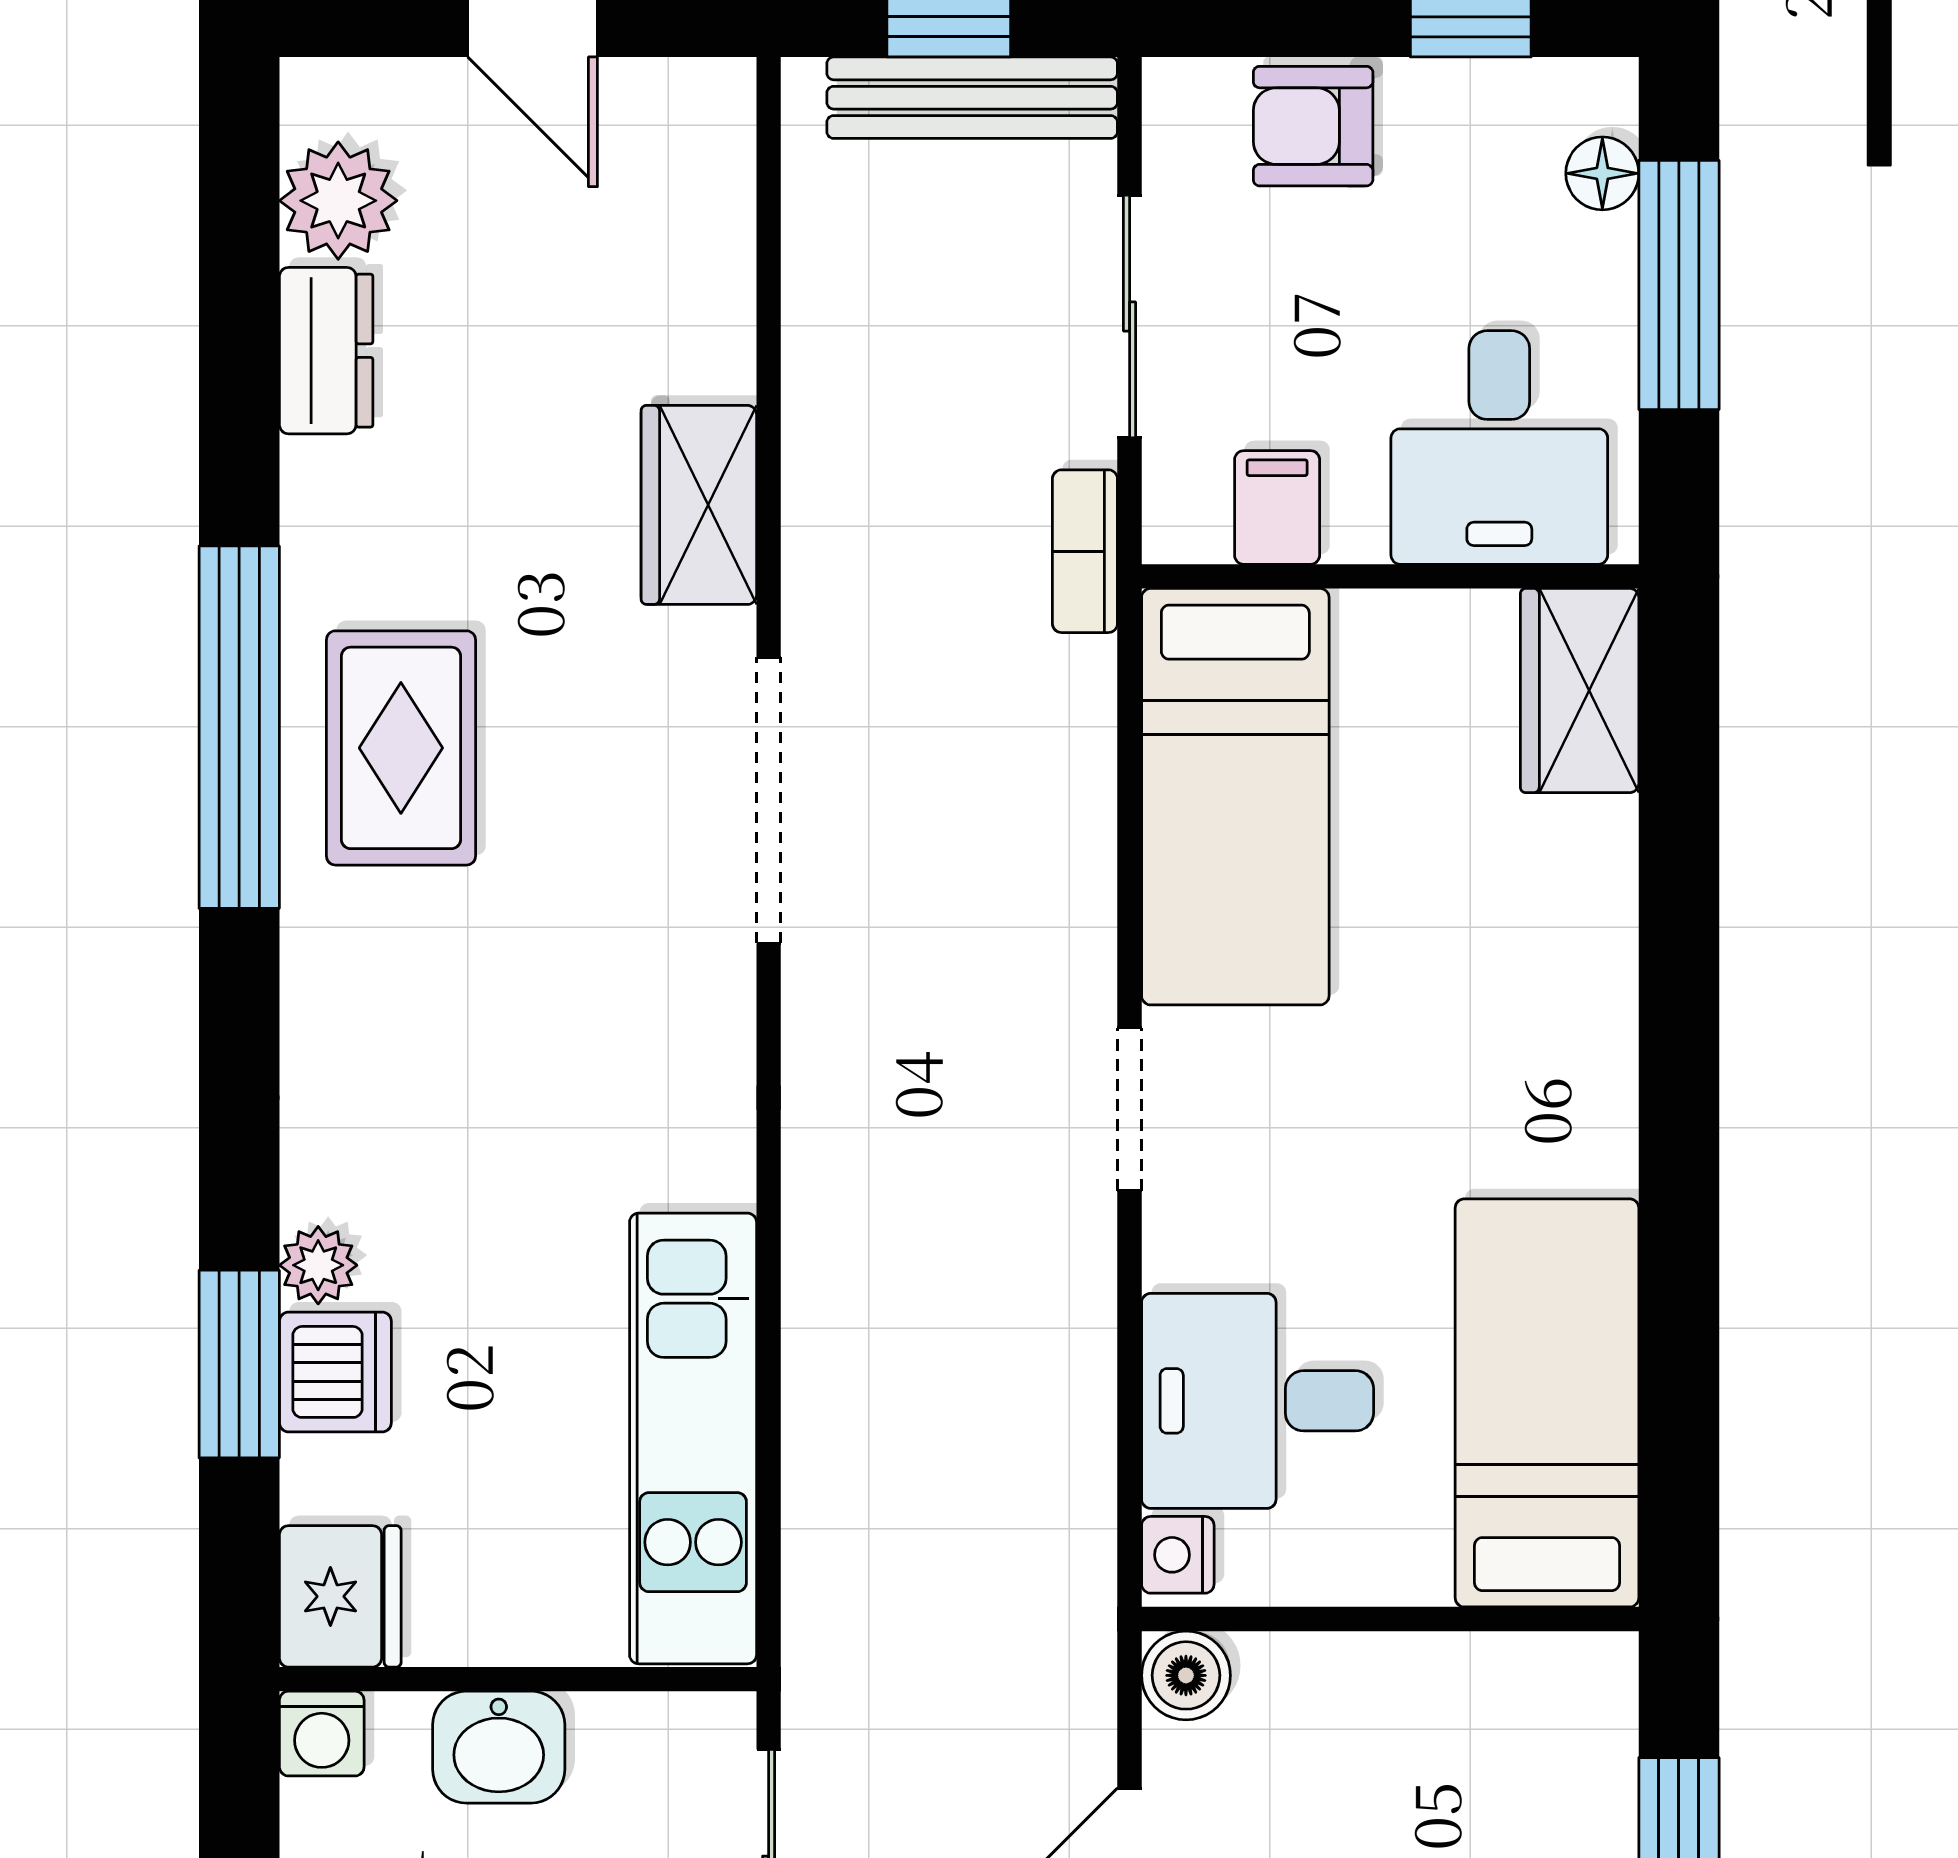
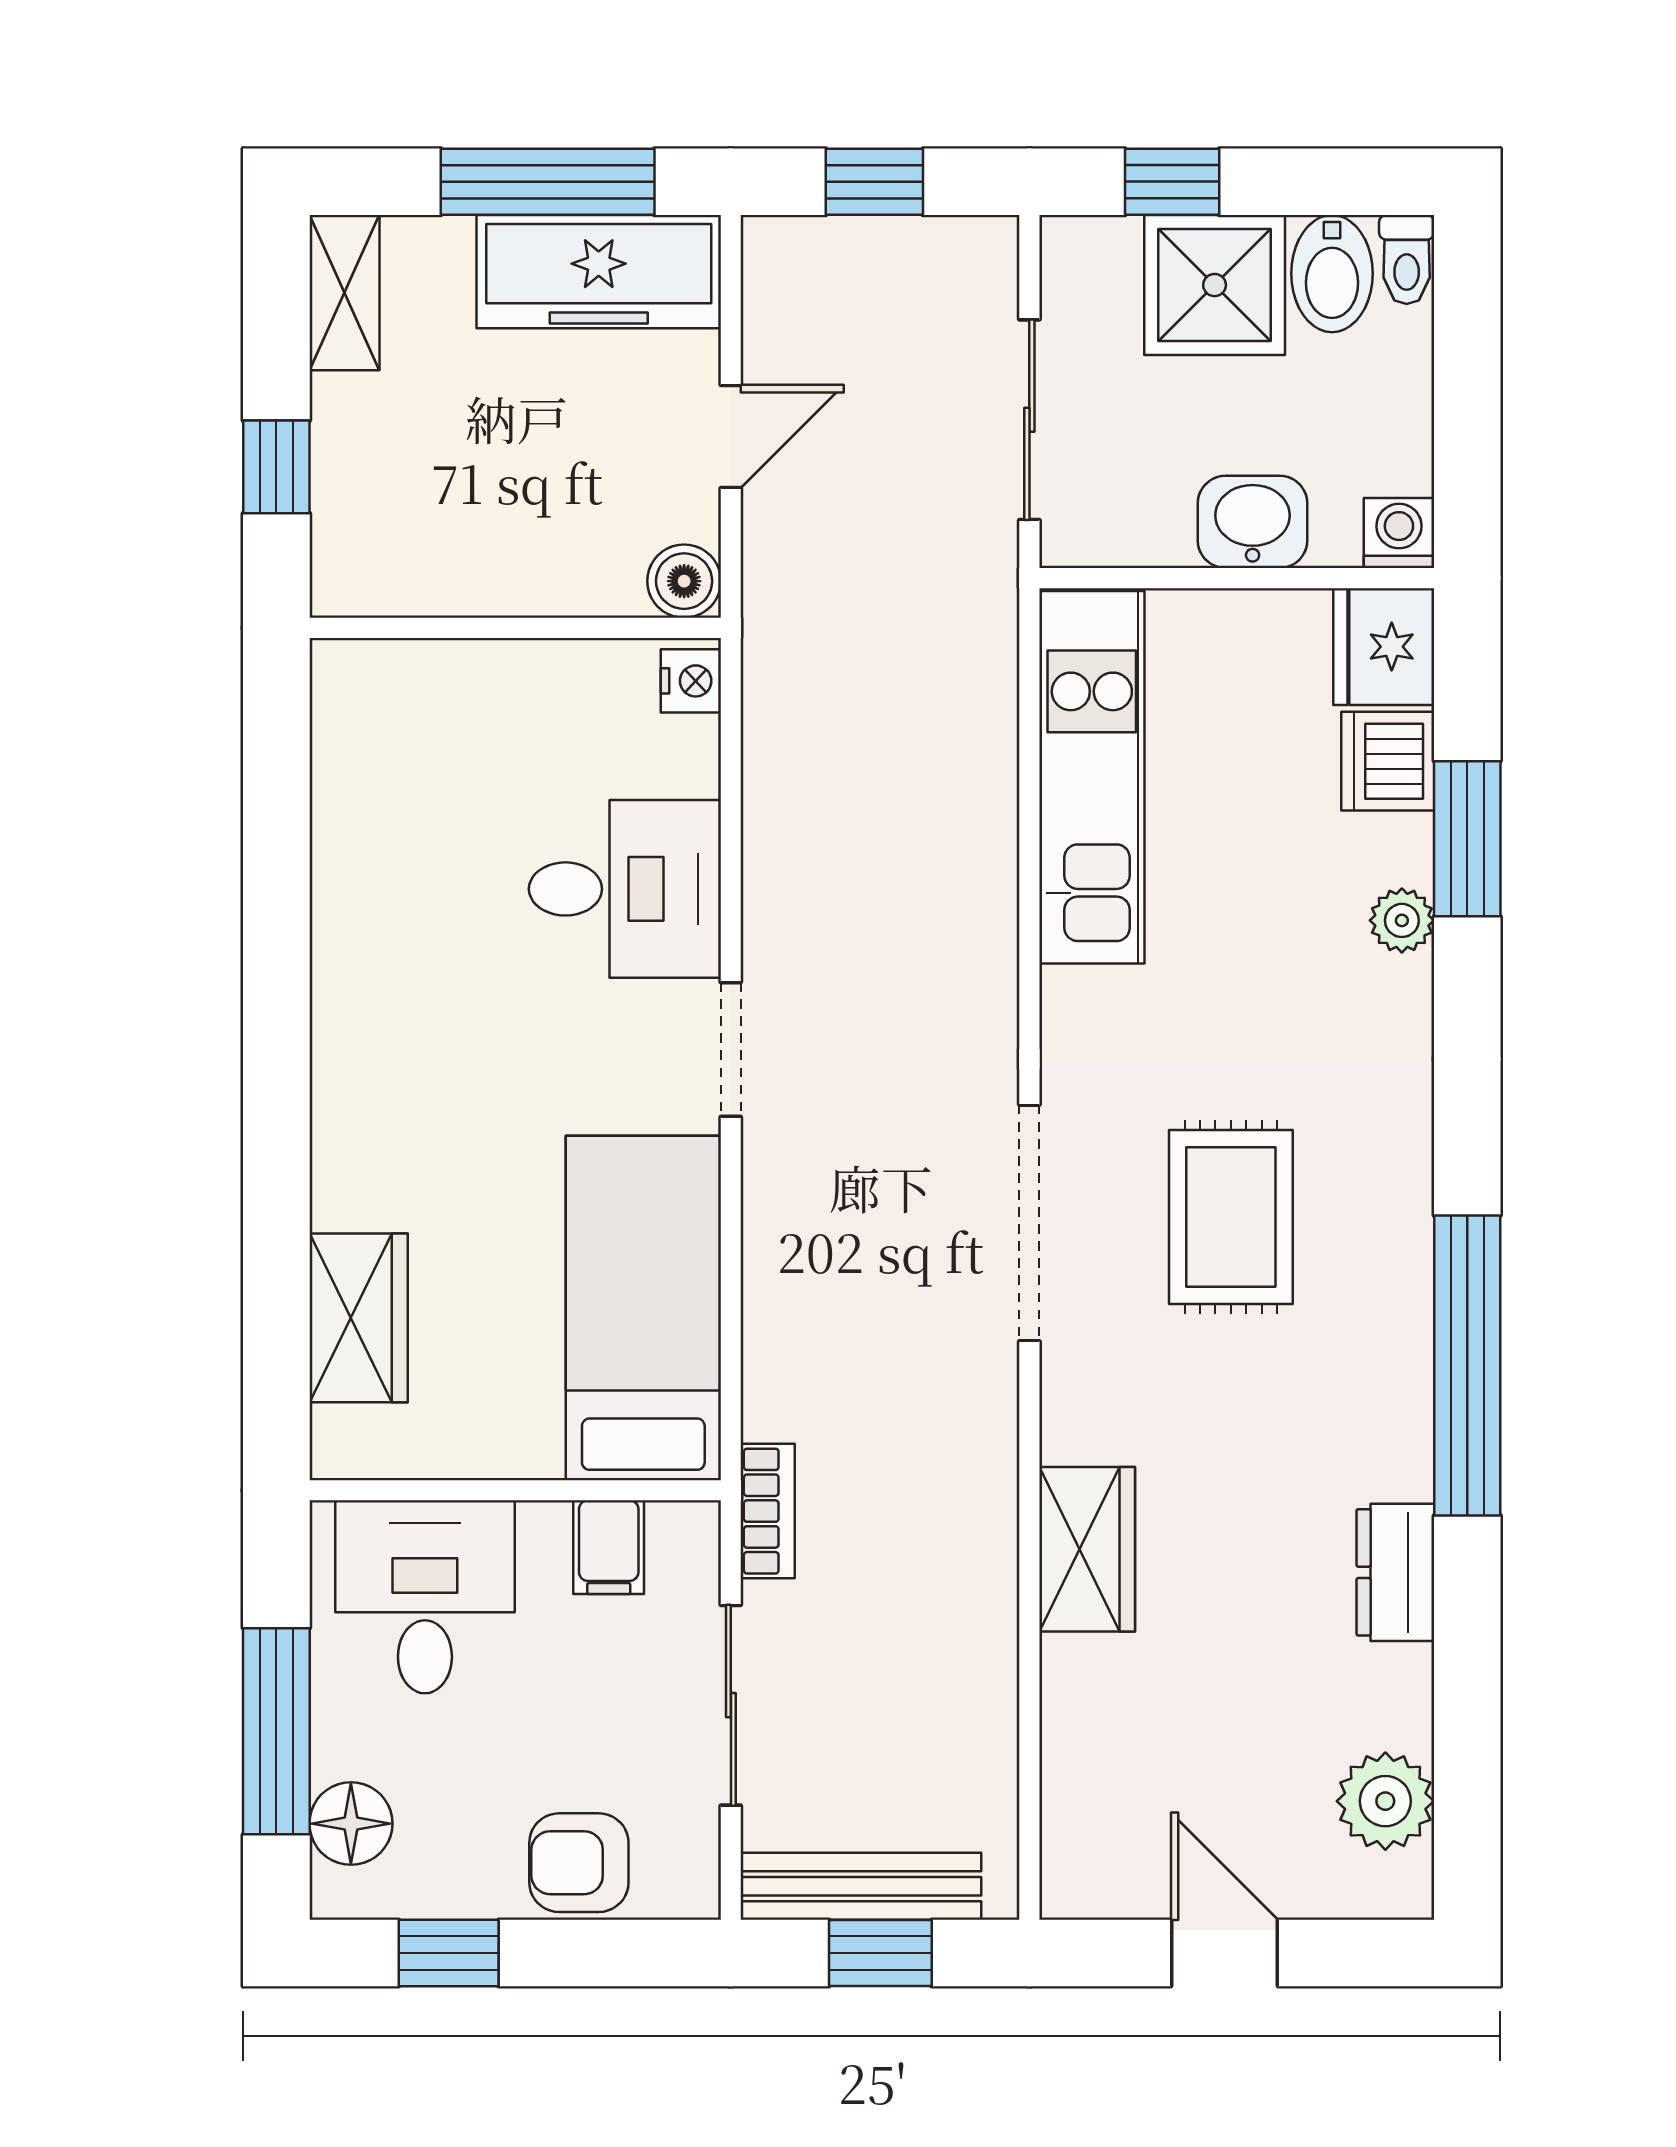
armchair: (1313, 126) -> (579, 1863), turned 180
floor lamp: (1602, 173) -> (351, 1824), width x1.37, depth x1.37
dresser: (326, 351) -> (1395, 1572), moved
wardrobe: (1580, 691) -> (359, 1318), moved
rug: (401, 748) -> (1231, 1217), moved
doorway: (769, 800) -> (1029, 1223), moved
dishwasher: (335, 1372) -> (1388, 761), moved
desk: (1258, 1401) -> (625, 889), moved
bed: (1547, 1403) -> (385, 807), removed

